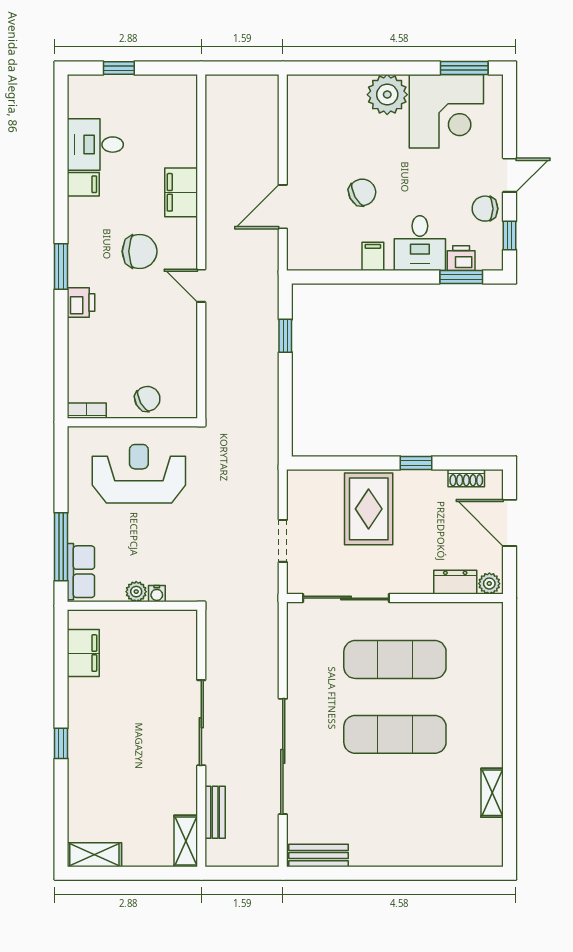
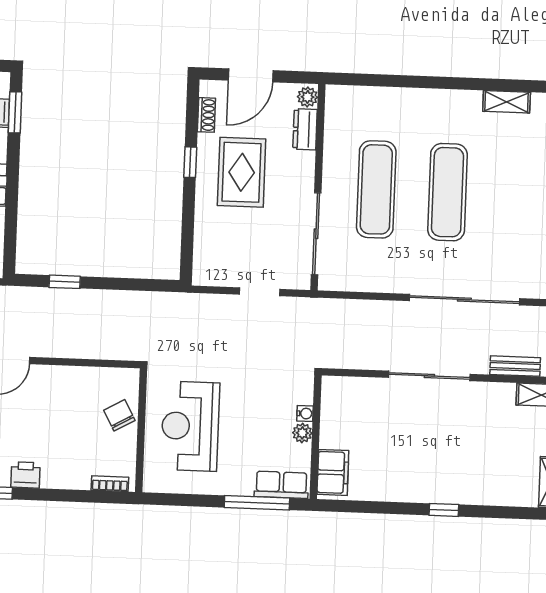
bookcase: (87, 411) -> (110, 484), moved, turned 90
rug: (369, 509) -> (242, 172), moved, turned 90
filing cabinet: (83, 653) -> (333, 472), moved, turned 90

